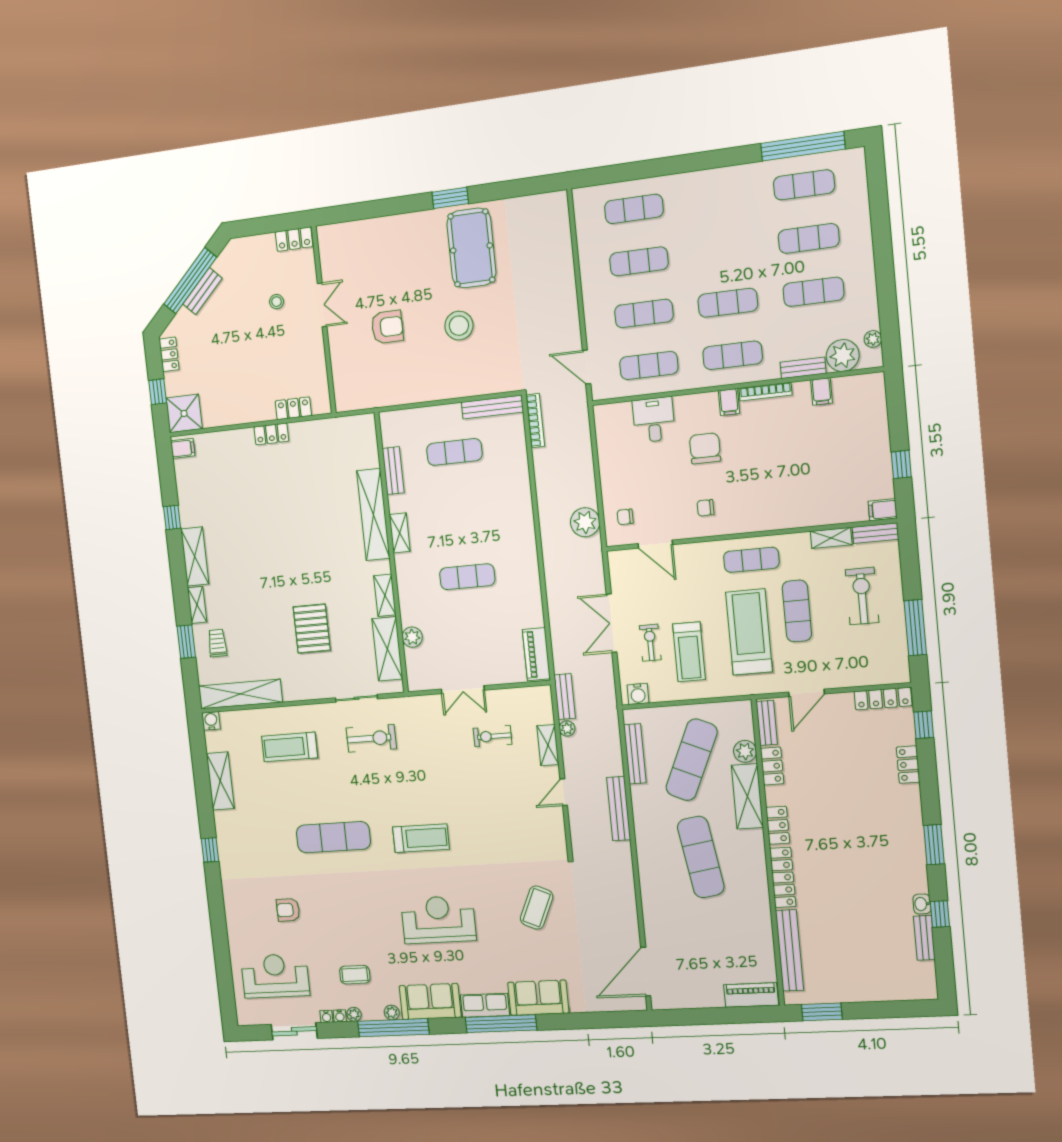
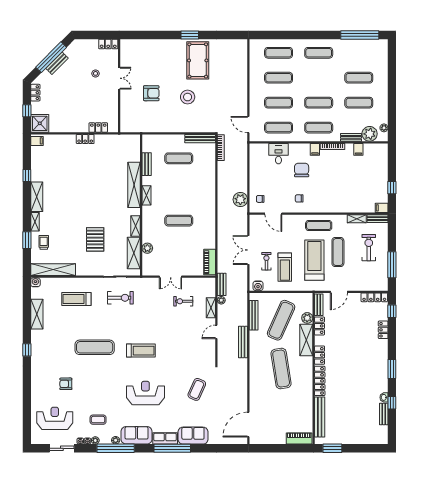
exercise mat: (804, 185) -> (319, 53), moved

